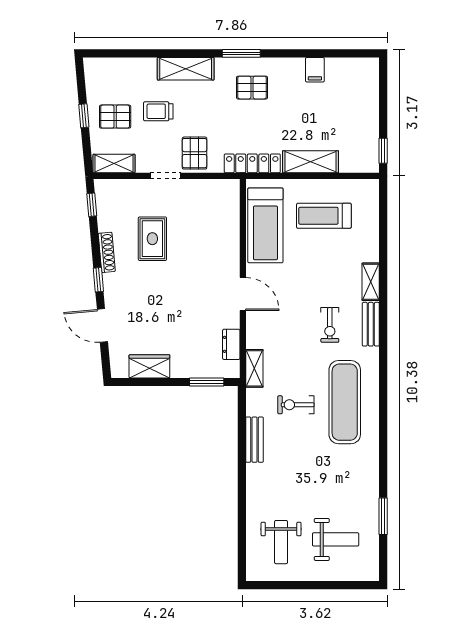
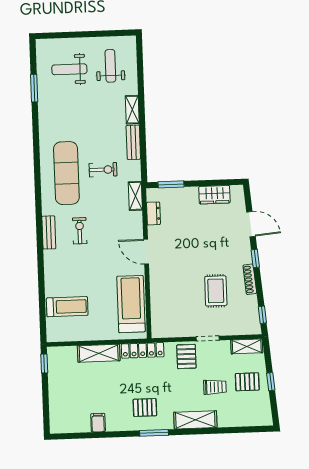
treadmill: (324, 216) -> (67, 307), moved
shelving: (371, 282) -> (132, 110), moved

